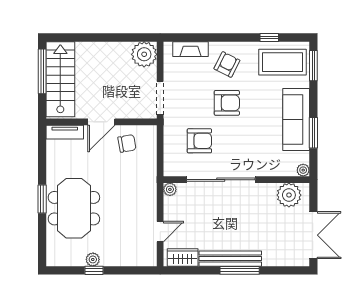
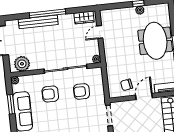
armchair: (227, 103) -> (50, 94), moved
bench: (230, 259) -> (38, 22), moved
window: (240, 270) -> (47, 13), width x1.46

